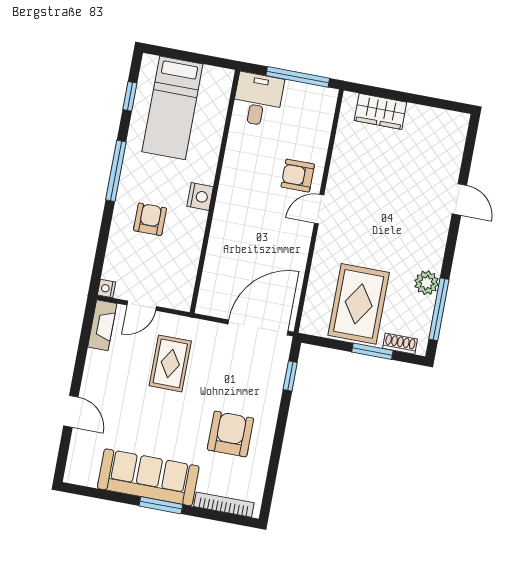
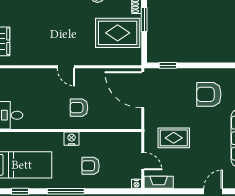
armchair: (298, 176) -> (79, 108), moved, turned 90

